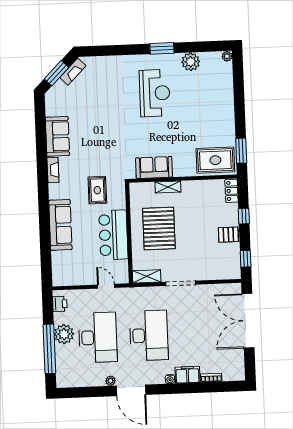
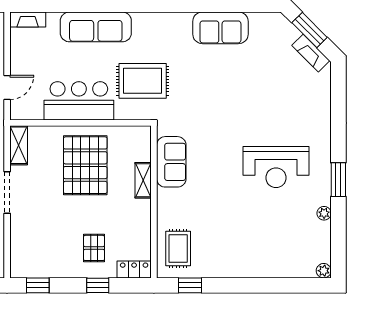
plant: (191, 62) -> (324, 213), width x0.53, depth x0.53
window: (241, 151) -> (190, 285), width x0.67
rug: (215, 160) -> (178, 249), width x0.73, depth x0.70
fireplace: (53, 170) -> (28, 20), moved
rug: (97, 190) -> (143, 81), width x1.36, depth x1.43
pallet: (159, 229) -> (85, 165), turned 90
pallet: (228, 235) -> (94, 248), moved

